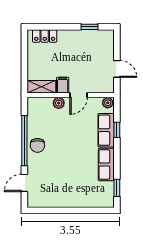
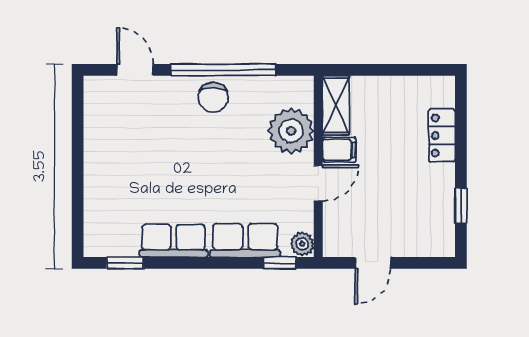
locker: (45, 36) -> (442, 135), moved
door: (79, 95) -> (318, 183), swing flipped
plant: (59, 103) -> (291, 131), width x1.87, depth x1.87
window: (117, 130) -> (279, 263), moved
chair: (37, 145) -> (213, 97), turned -90

